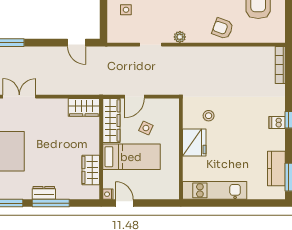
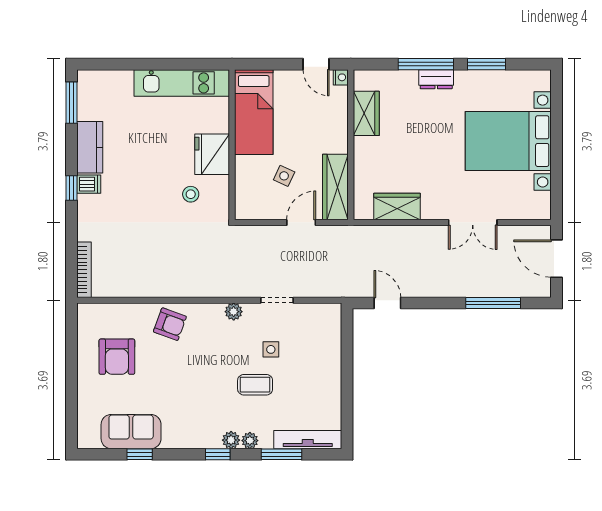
side table: (126, 10) -> (271, 349), moved
wardrobe: (84, 107) -> (397, 206), moved
bed: (131, 157) -> (254, 112), moved, turned -90
kitchen counter: (276, 169) -> (90, 147), moved

